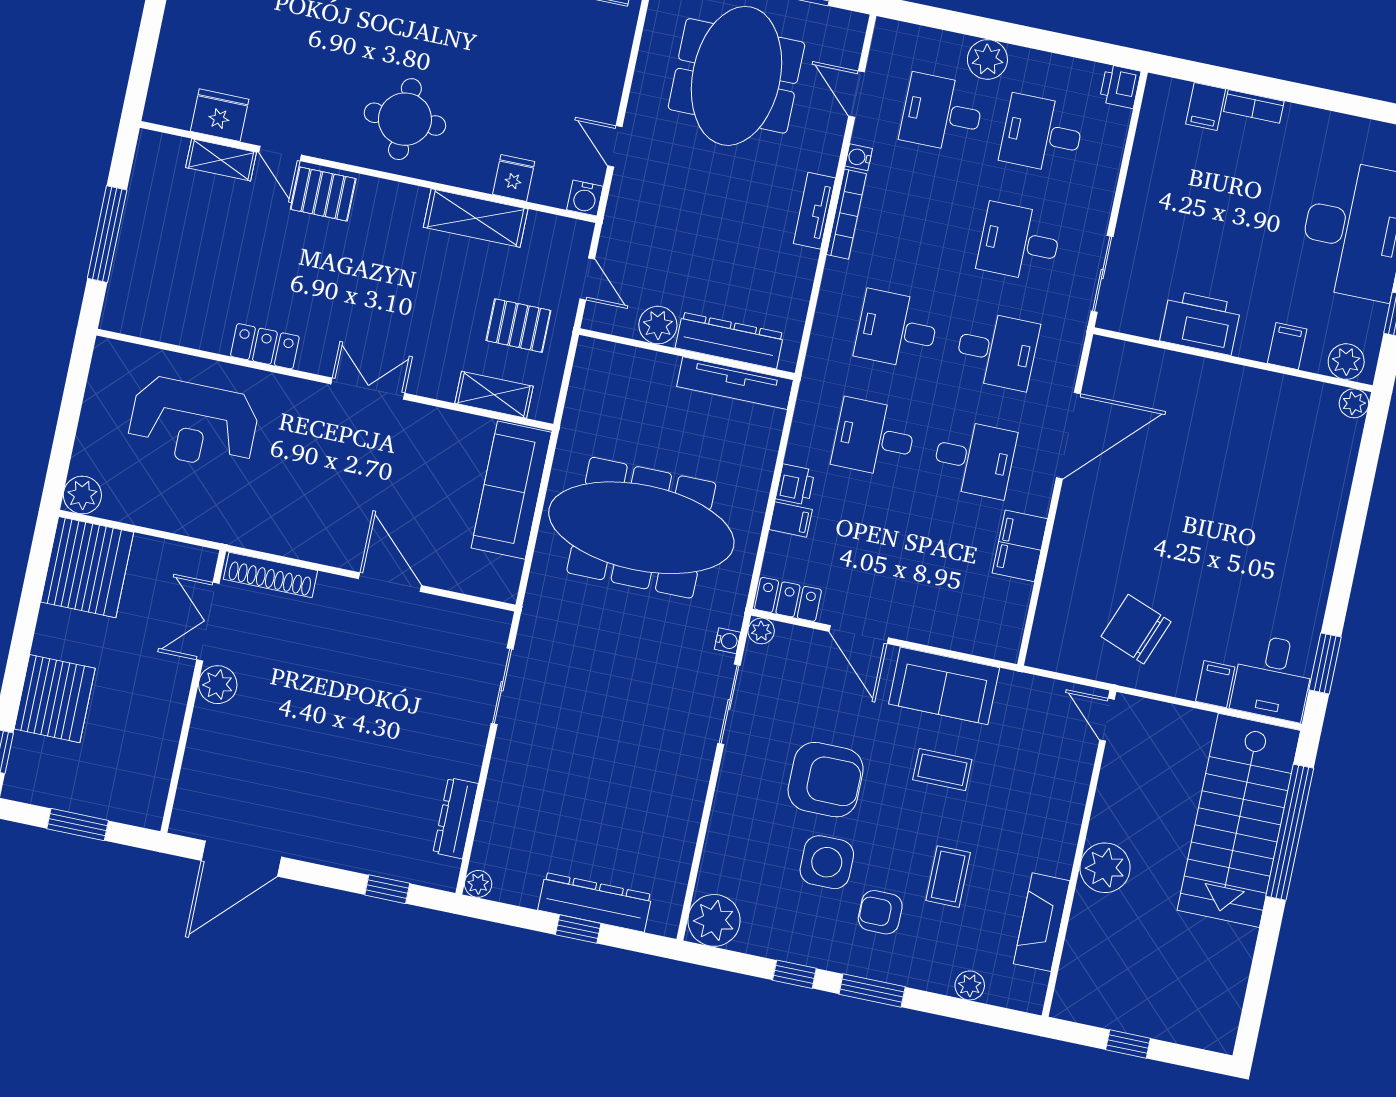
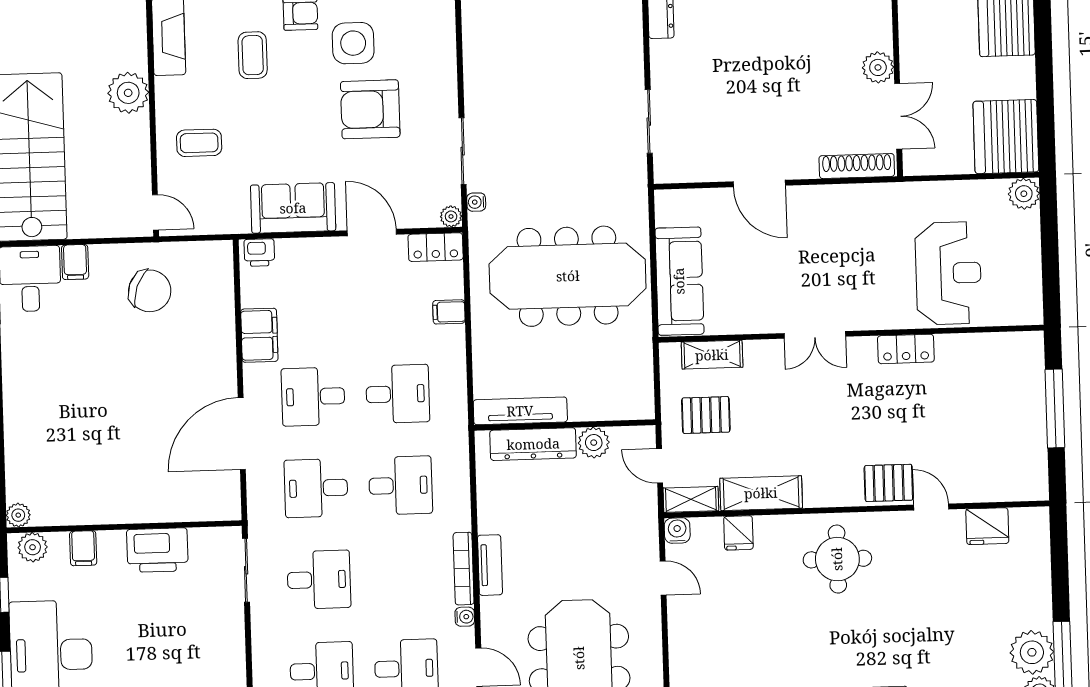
shelving: (221, 160) -> (691, 499), moved
reception desk: (193, 423) -> (948, 273), turned 90
printer: (795, 485) -> (259, 252), moved, turned -90
coffee table: (942, 770) -> (199, 143), moved

